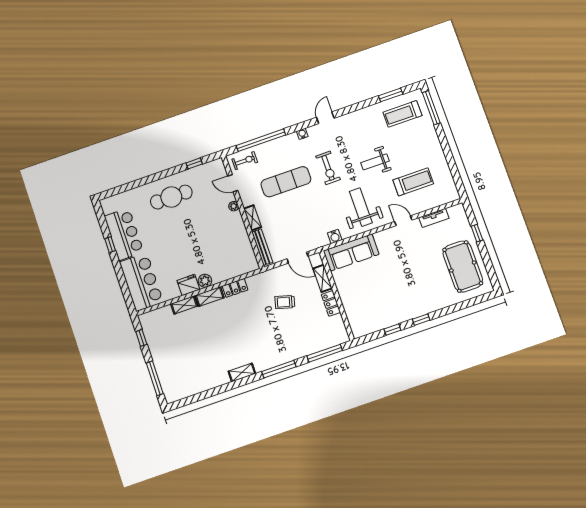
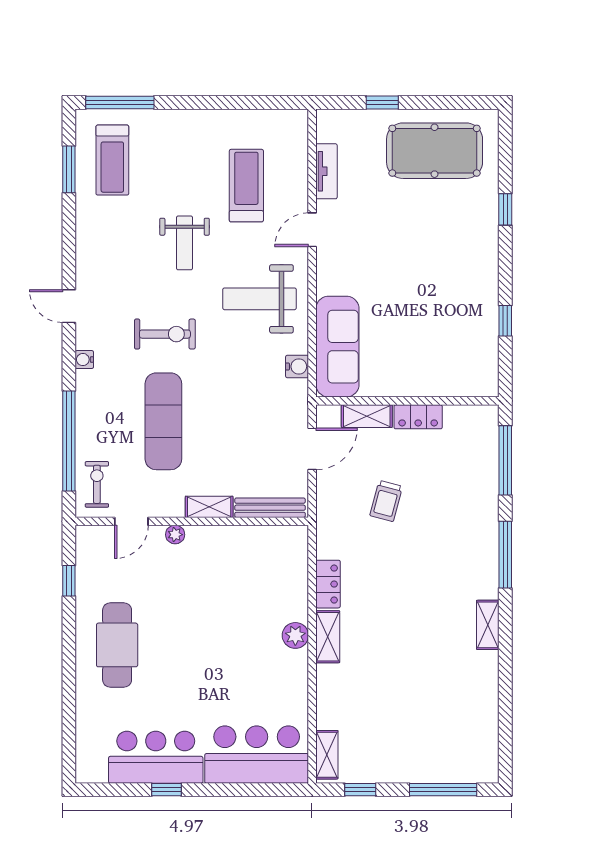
fridge: (188, 285) -> (293, 669), removed
shelving: (184, 305) -> (327, 755), moved
window: (421, 320) -> (505, 209), moved

